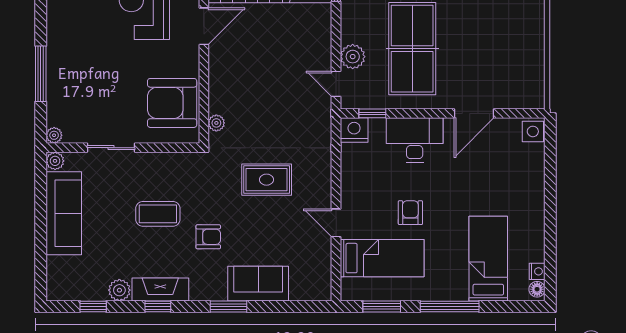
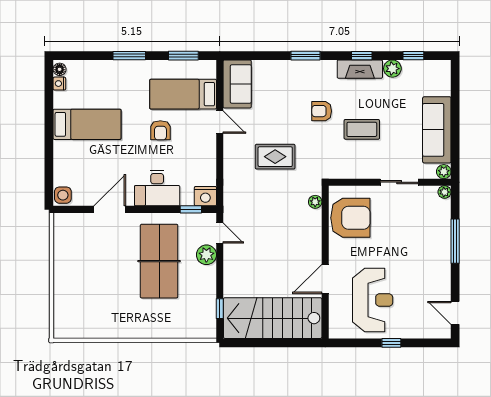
bed: (488, 259) -> (87, 124), moved, turned -90
sofa: (258, 284) -> (237, 84), moved, turned -90
window: (450, 306) -> (129, 56), width x0.69

